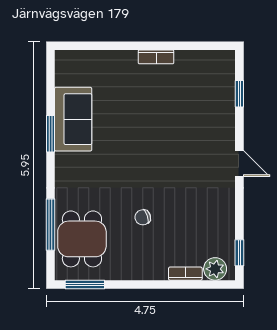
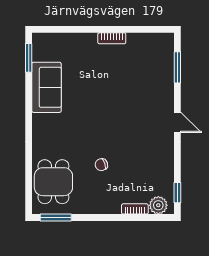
window: (239, 94) -> (177, 67), width x1.50
window: (50, 134) -> (29, 58), moved
window: (50, 225) -> (29, 170), removed

